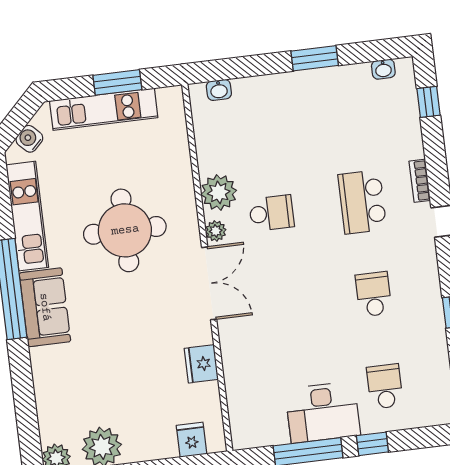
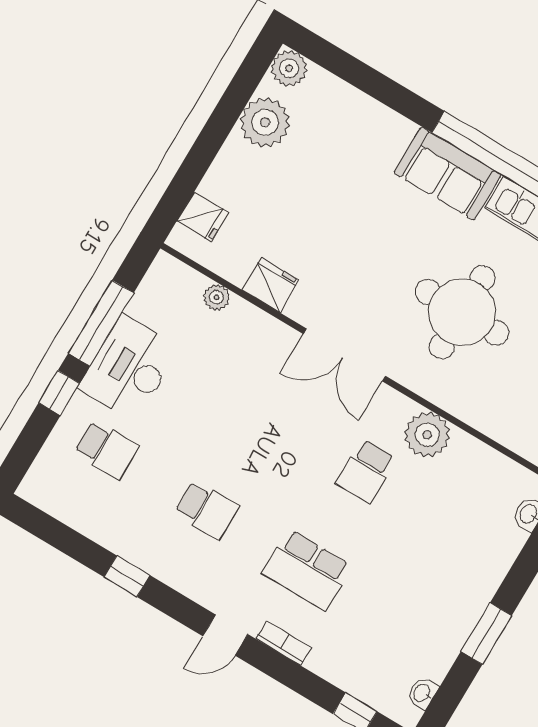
school desk: (362, 202) -> (307, 570), turned 180
plant: (216, 231) -> (216, 297), moved

